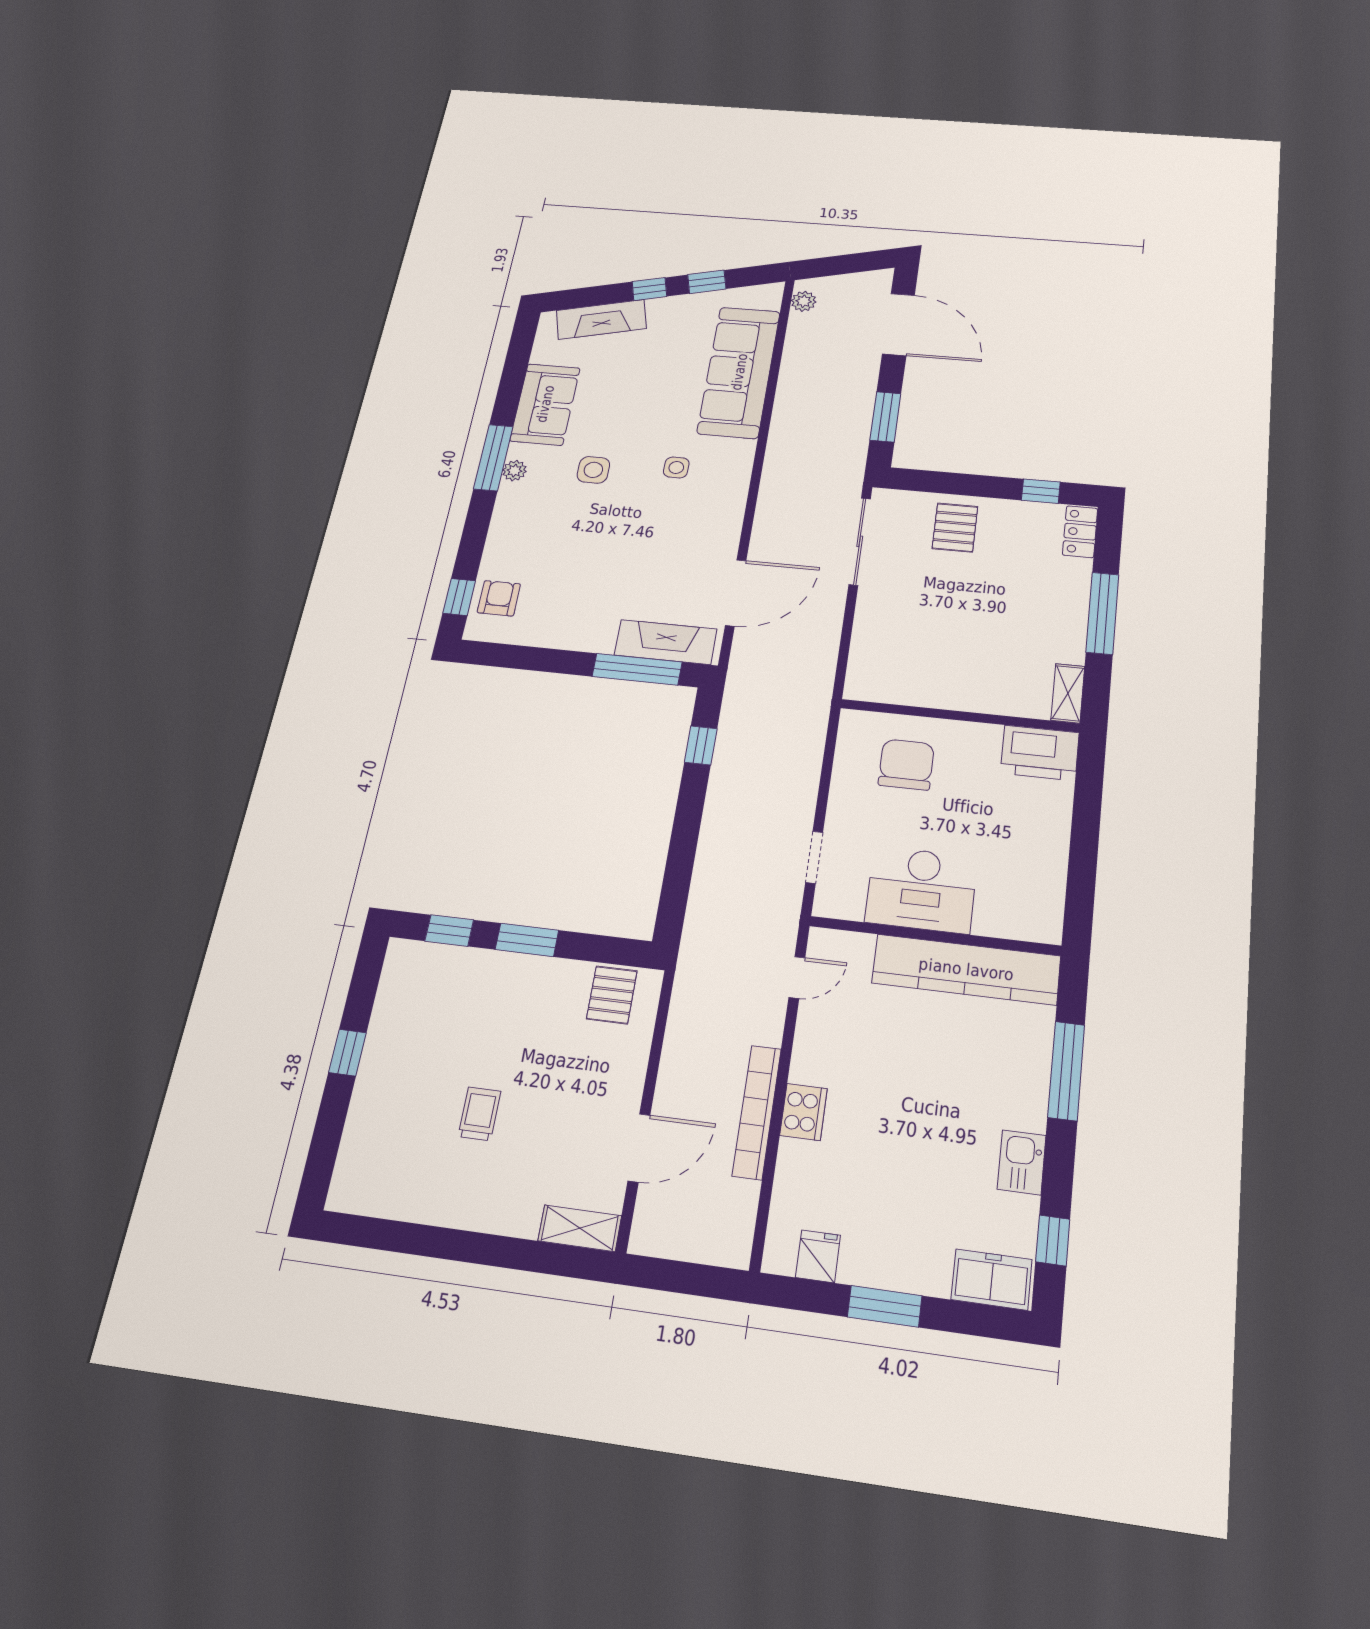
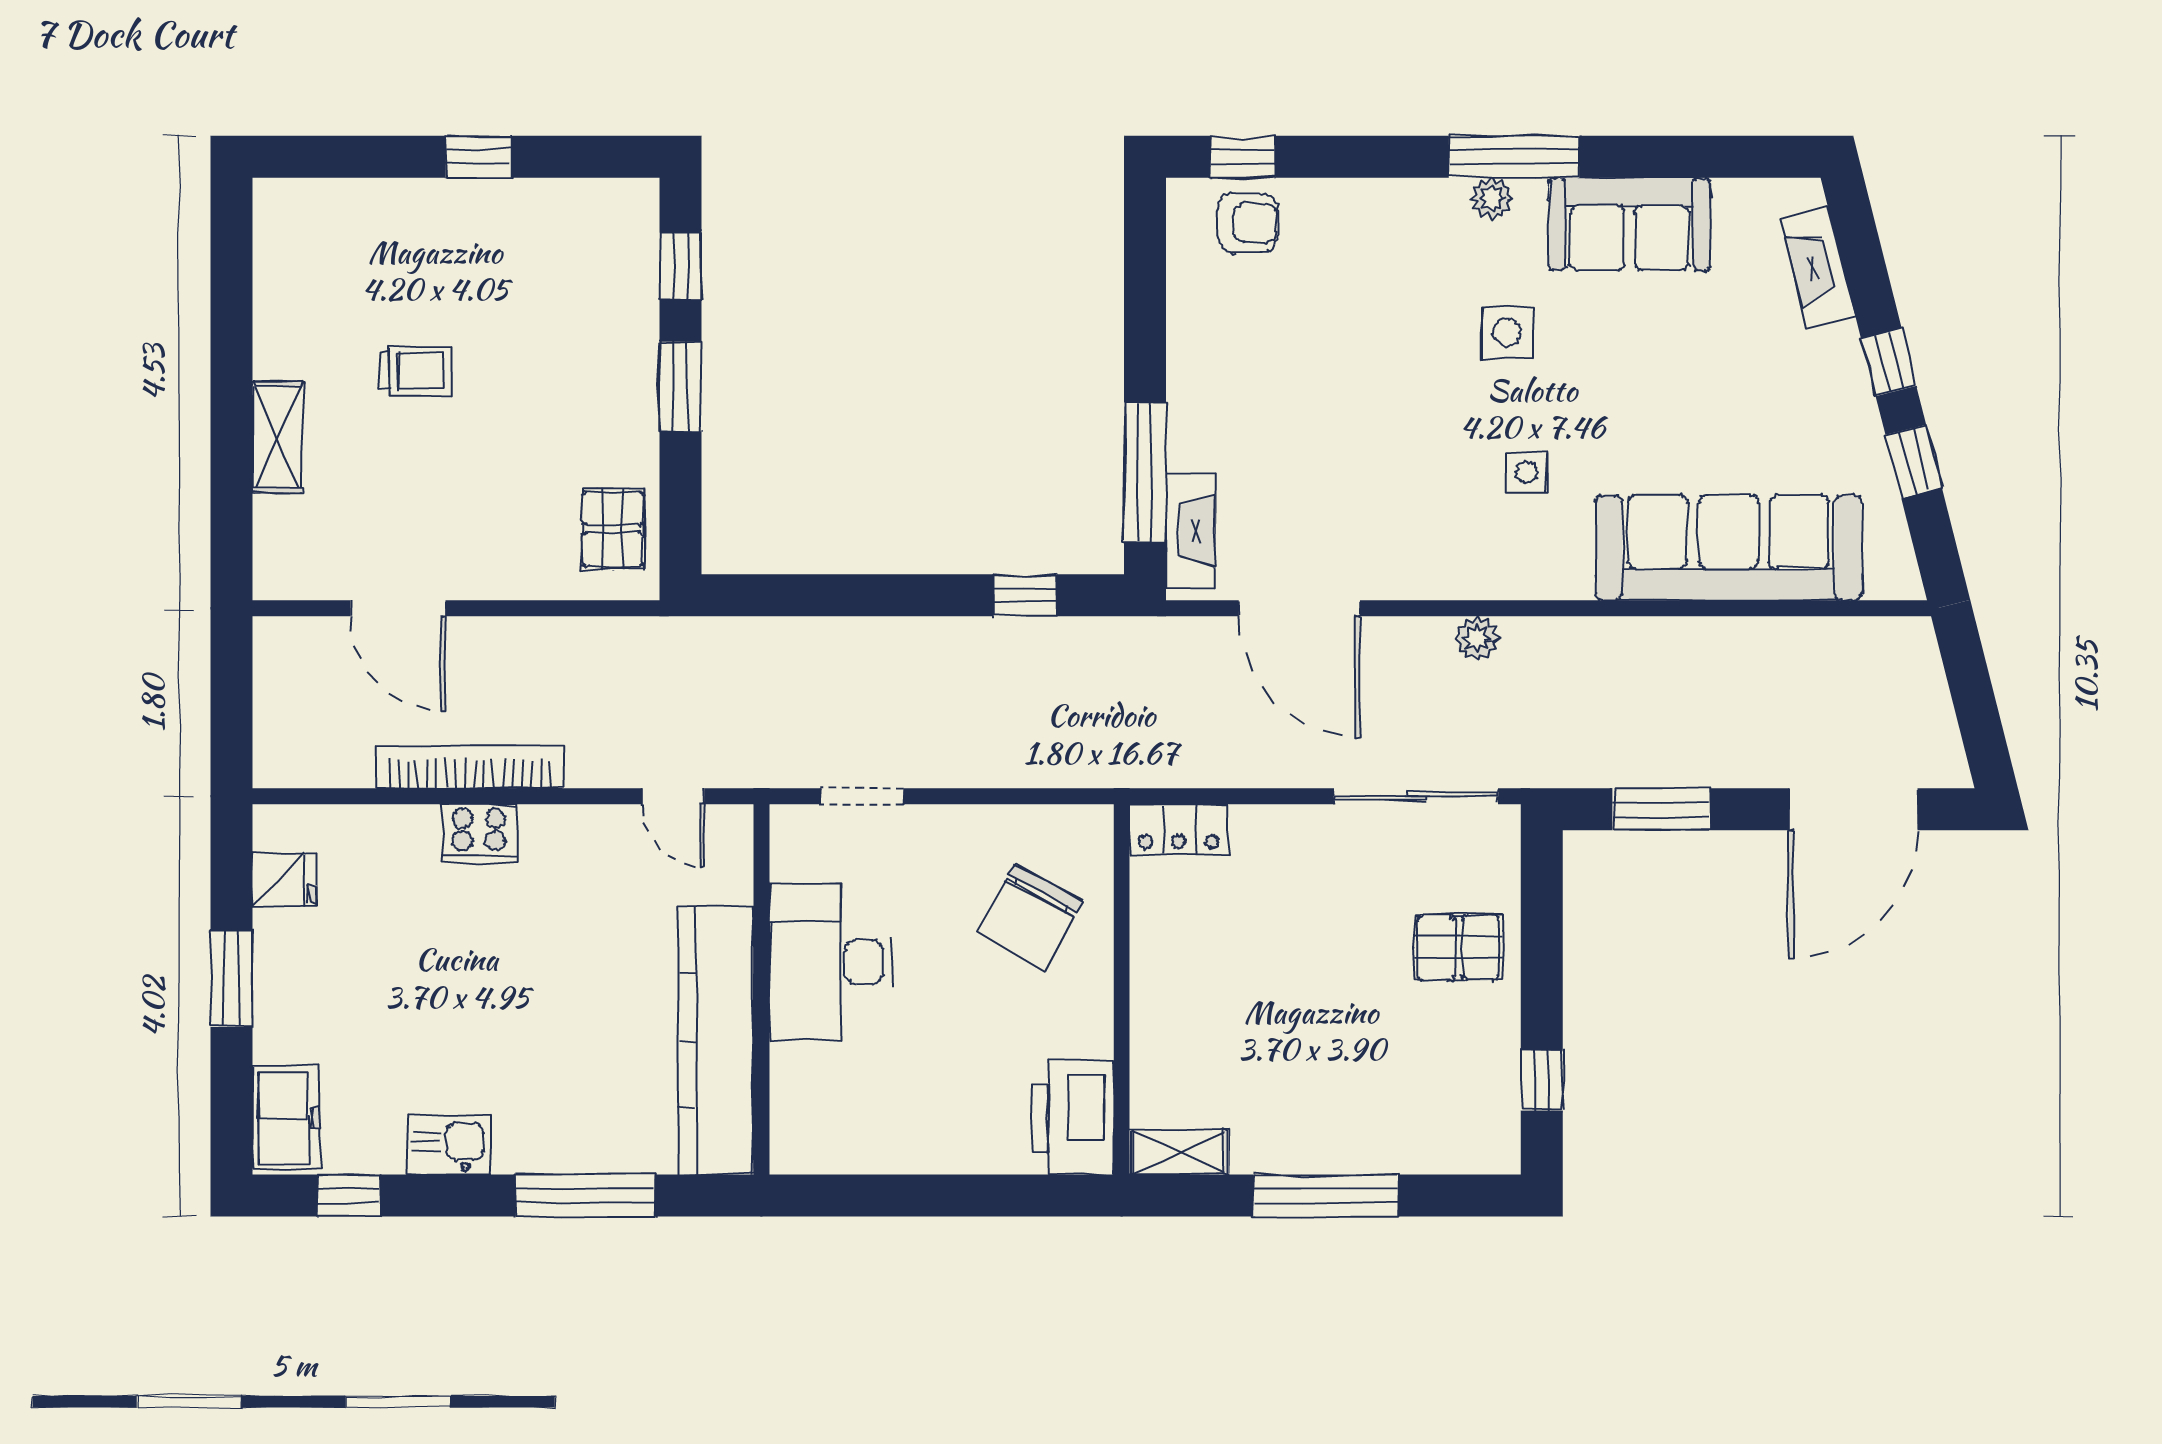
plant: (804, 301) -> (1477, 638), moved
fireplace: (601, 319) -> (1818, 266), width x0.73, depth x0.76
locker: (1080, 532) -> (1179, 829), moved, turned 180
fireplace: (666, 642) -> (1191, 531), width x0.73, depth x0.76
chair: (906, 765) -> (1030, 917), turned 119
pallet: (612, 995) -> (613, 529), turned 90
shelving: (580, 1228) -> (277, 437), moved

